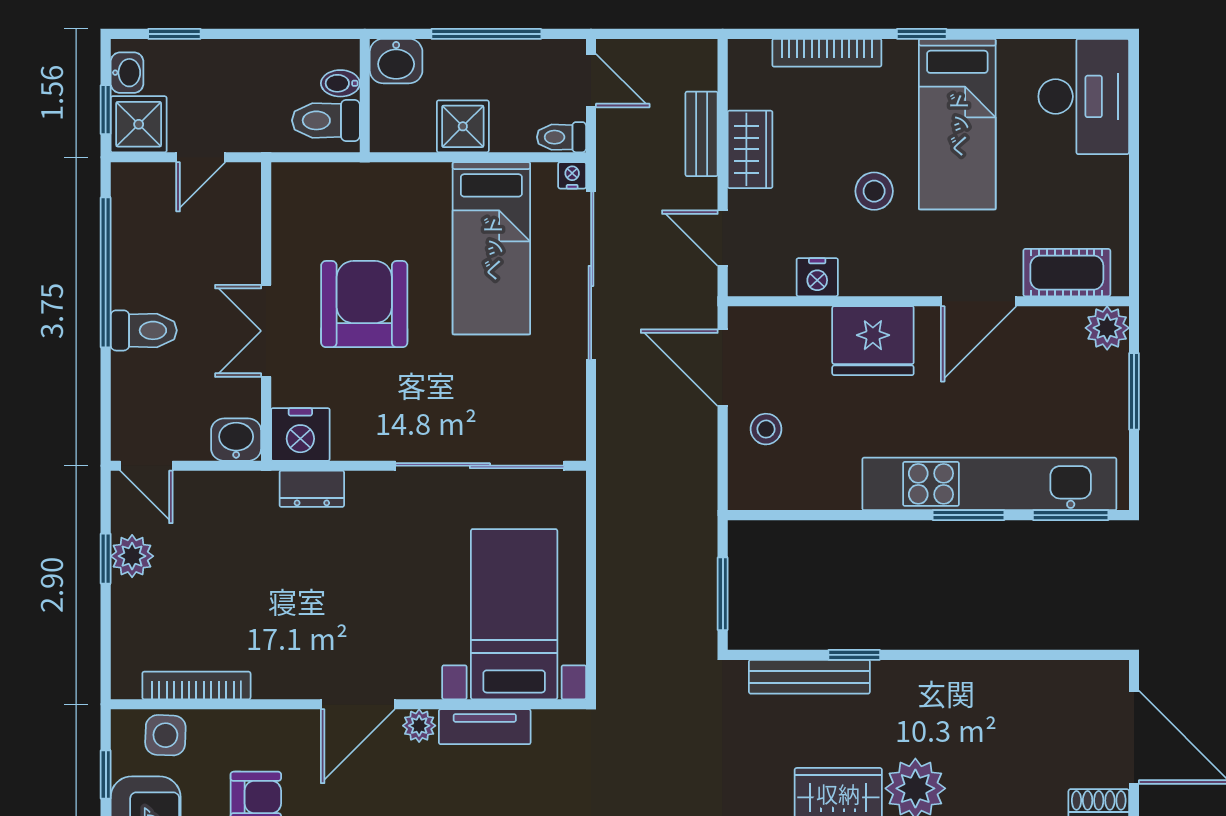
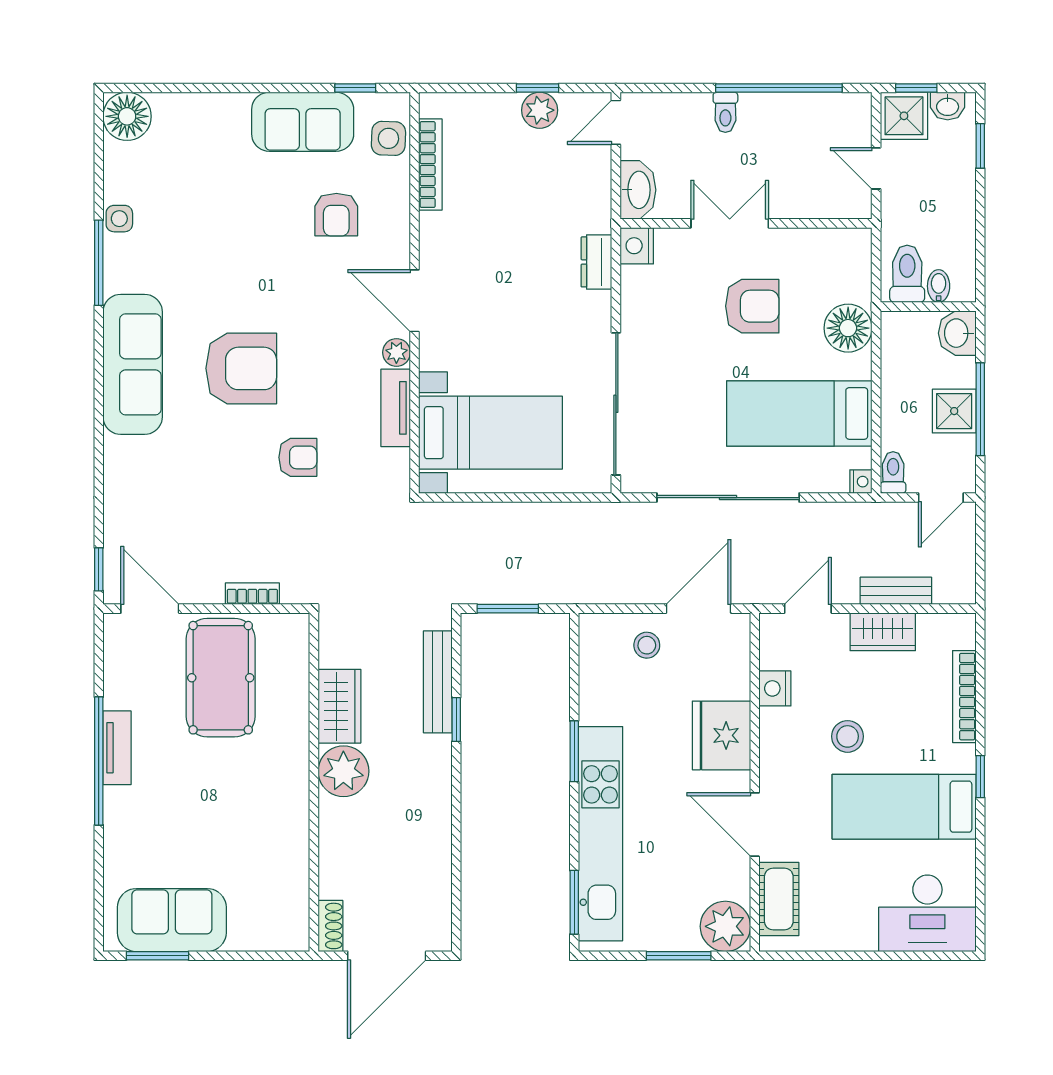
shower: (463, 126) -> (954, 411), moved
floor lamp: (390, 191) -> (848, 328), added
sliding door: (591, 276) -> (728, 498), moved
armchair: (364, 304) -> (752, 306), width x0.73, depth x0.73
plant: (1107, 328) -> (725, 926), width x1.36, depth x1.36
toilet: (144, 330) -> (725, 112), width x0.73, depth x0.72
nightstand: (300, 434) -> (637, 246), width x0.74, depth x0.75
washbasin: (236, 440) -> (638, 190), width x1.38
window: (968, 515) -> (574, 751), moved

